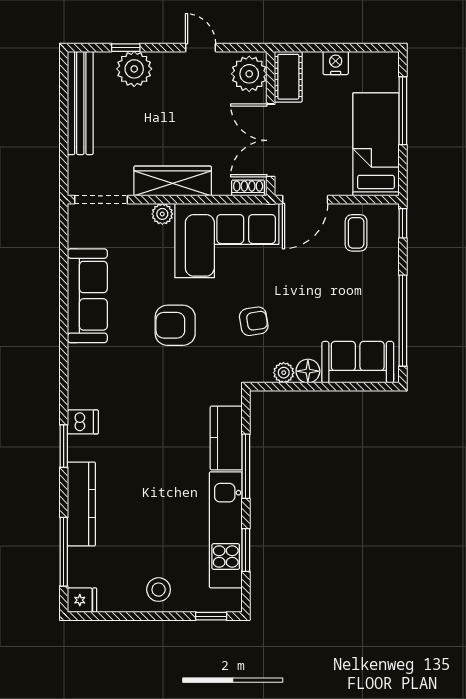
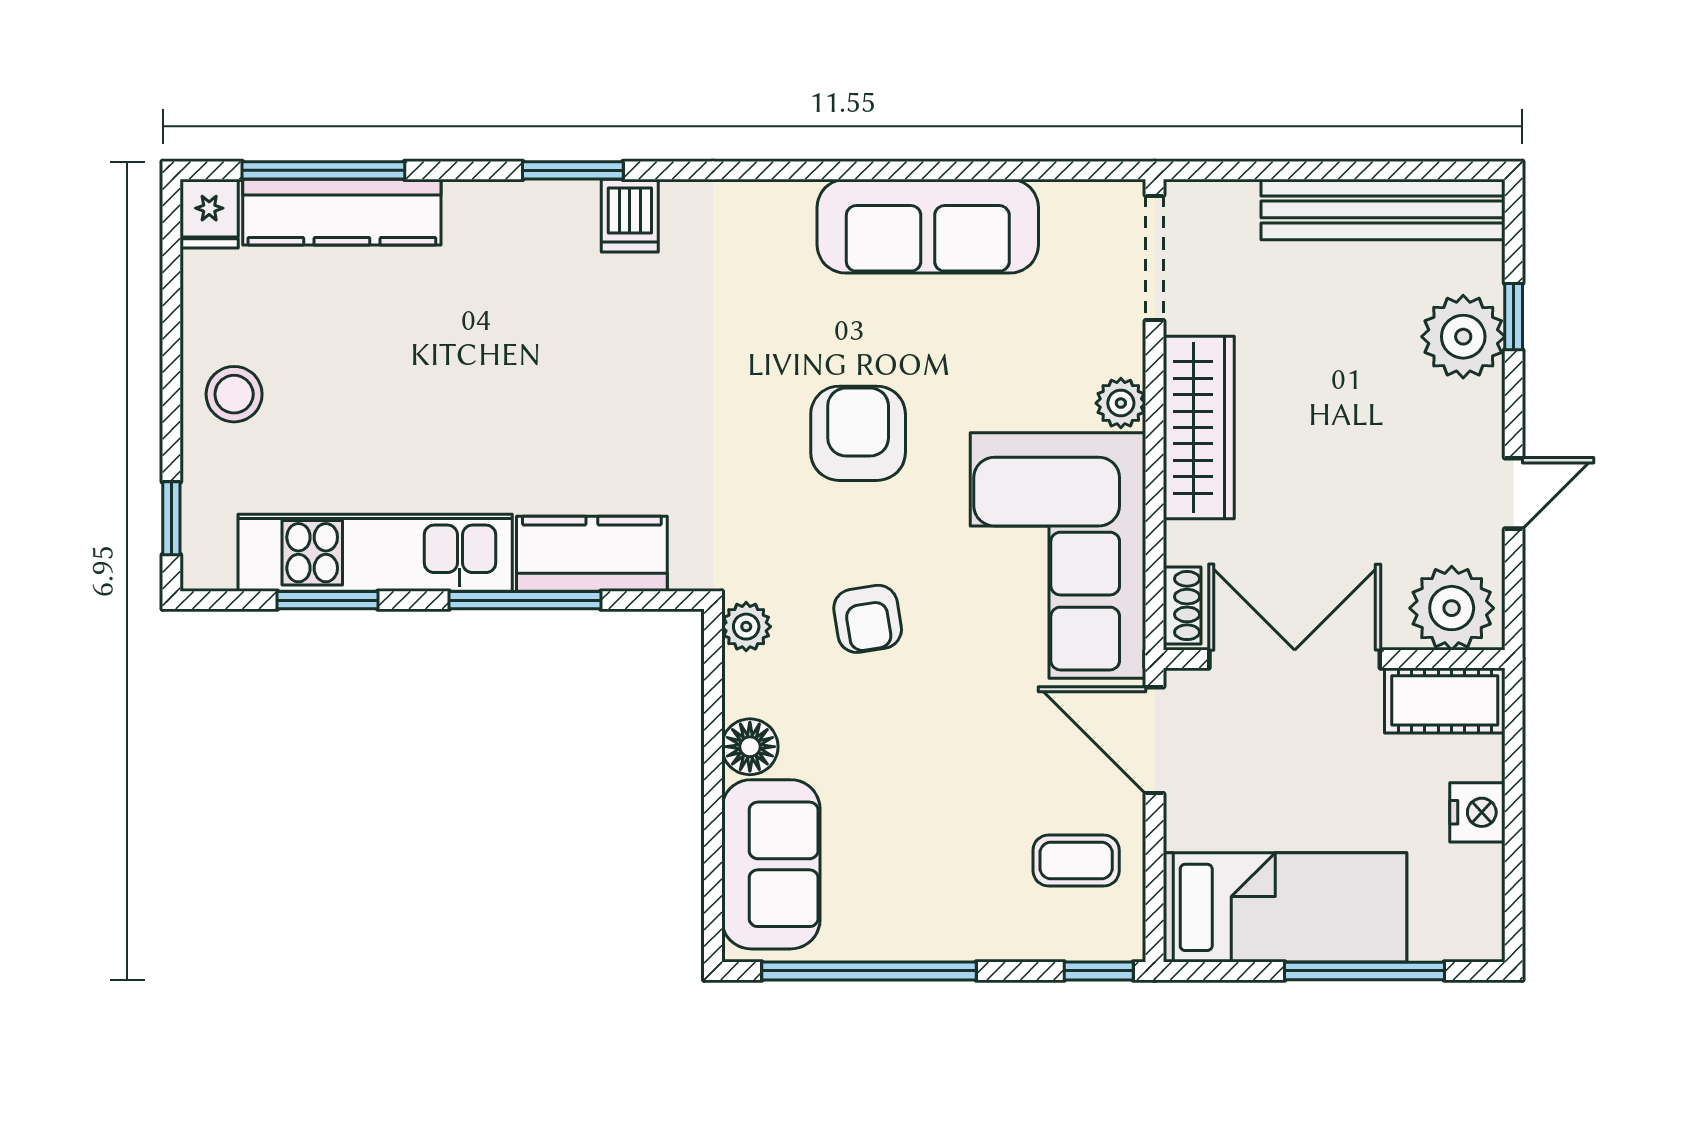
plant: (284, 373) -> (746, 627), moved
kitchen counter: (81, 504) -> (342, 212), moved

